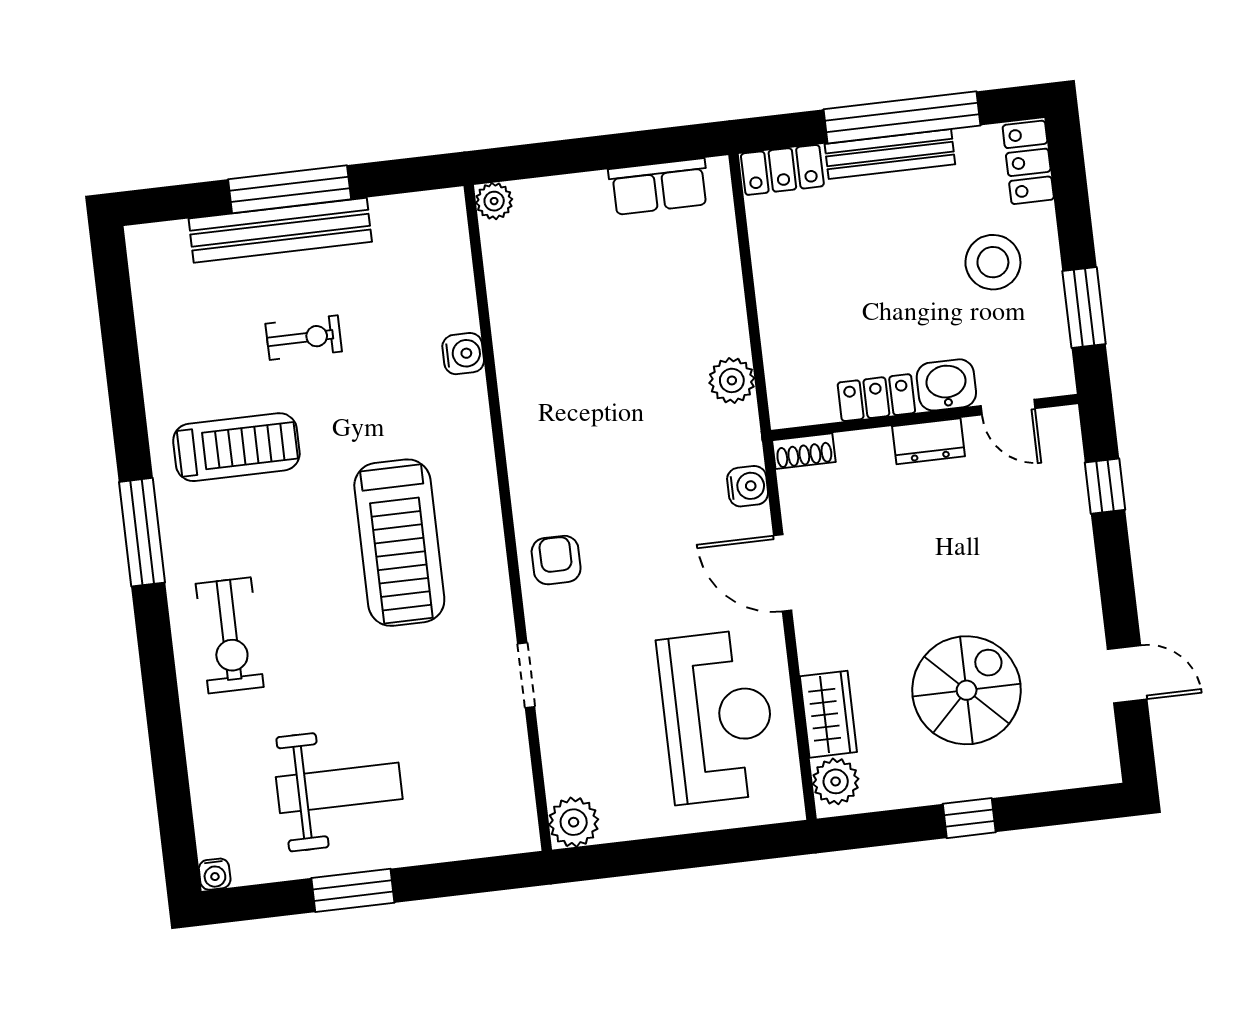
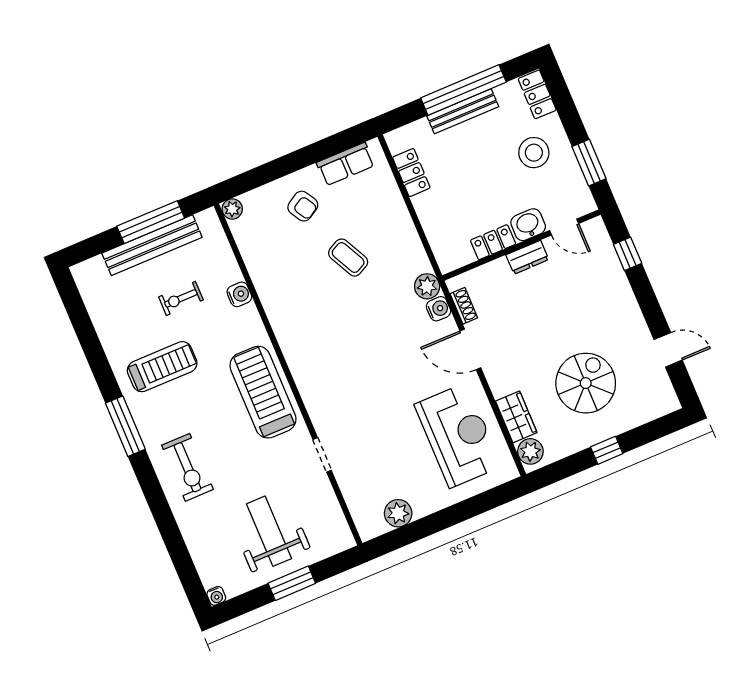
locker: (782, 170) -> (411, 173), moved, turned -90
plant: (494, 201) -> (232, 209), moved
exercise bike: (304, 338) -> (181, 298), turned 180
coffee table: (616, 351) -> (348, 258), added
water cooler: (463, 354) -> (239, 294), moved
plant: (732, 380) -> (427, 286), moved
shoe rack: (804, 451) -> (464, 306), moved, turned -90
wall: (508, 518) -> (288, 374), moved
treadmill: (399, 543) -> (263, 392), turned 180
armchair: (556, 560) -> (303, 206), moved, turned 149
doorway: (526, 675) -> (322, 455), moved
weight bench: (339, 788) -> (269, 531), turned -90

